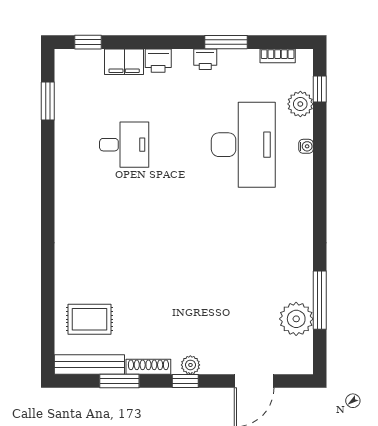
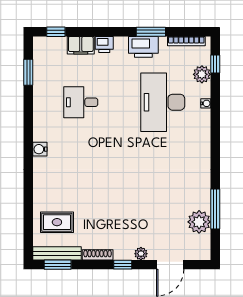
bookcase: (278, 56) -> (186, 41), width x1.56
printer: (205, 59) -> (143, 47), width x1.87, depth x1.48
desk: (124, 145) -> (81, 102), turned 180
desk: (243, 145) -> (163, 102), turned 180
water cooler: (65, 213) -> (40, 149), added
plant: (190, 365) -> (141, 254), moved
window: (119, 381) -> (58, 265), moved

